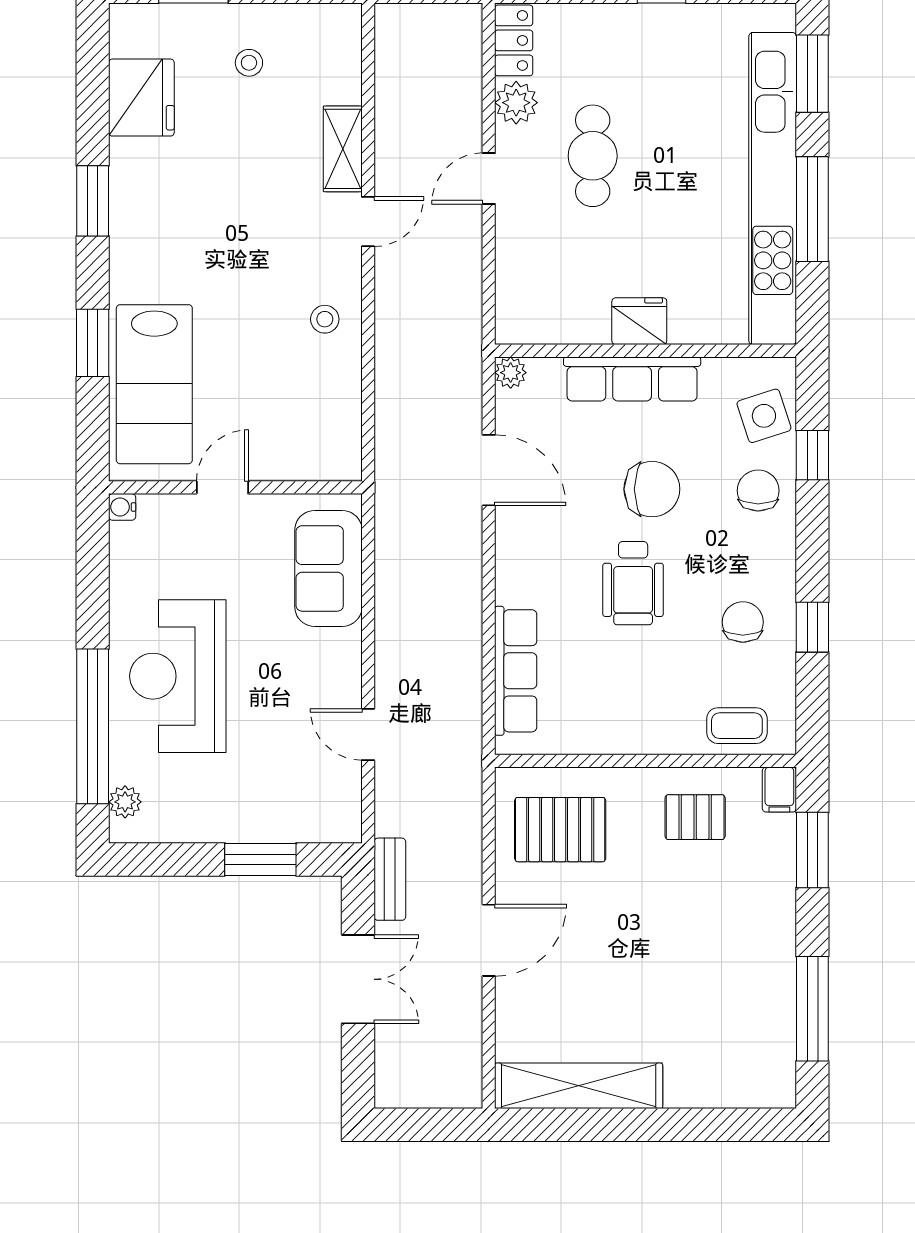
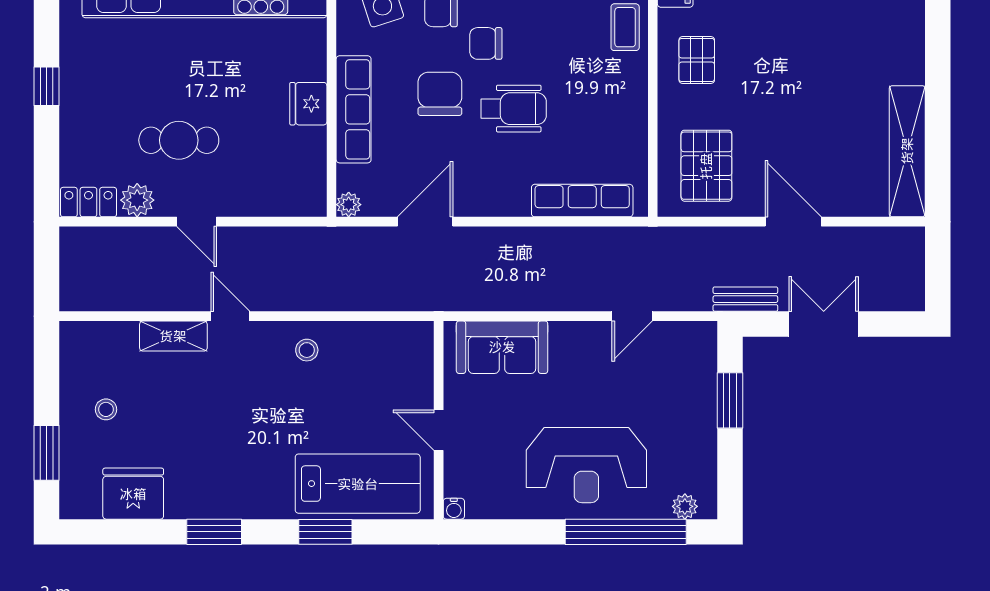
chair: (743, 622) -> (486, 43), moved

